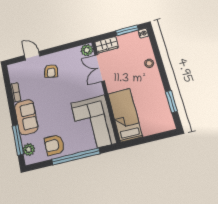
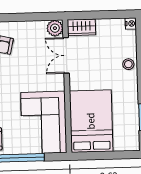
window: (127, 30) -> (112, 15), removed
bed: (125, 115) -> (91, 121), width x1.50

